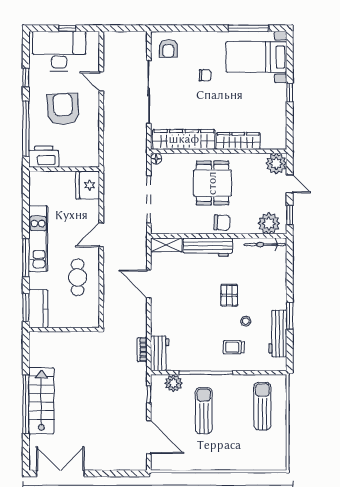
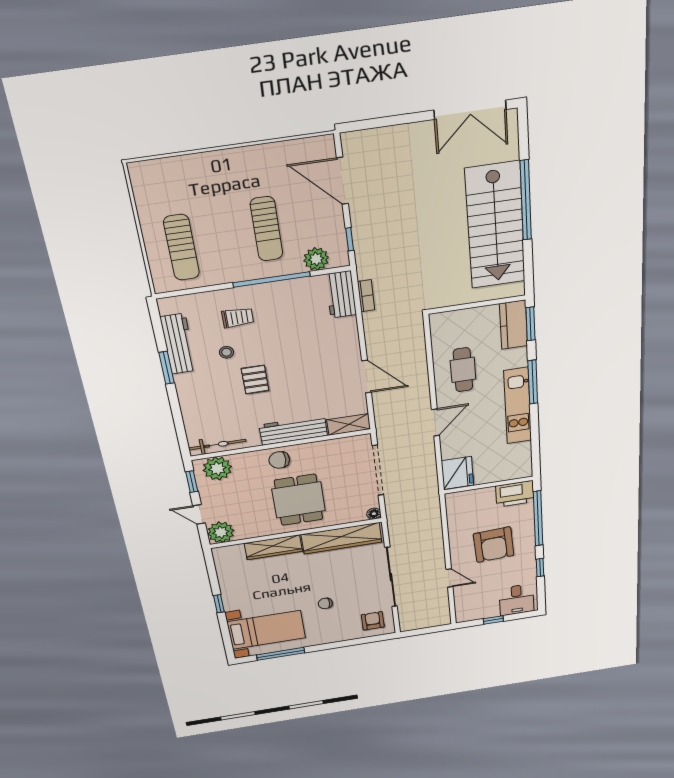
desk: (59, 51) -> (517, 600), width x0.53, depth x0.77
stairs: (41, 401) -> (495, 226), width x1.36, depth x1.51

